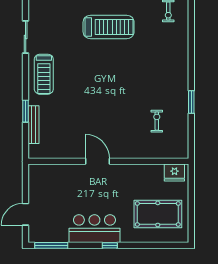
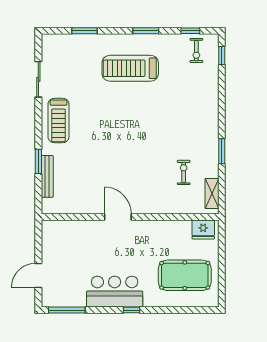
window: (191, 15) -> (222, 56), added
treadmill: (109, 27) -> (130, 68), turned 180
shelving: (182, 140) -> (212, 194), added

